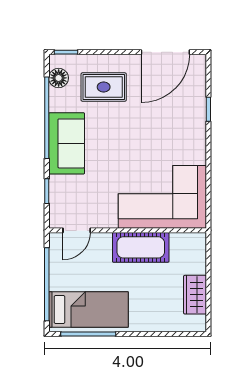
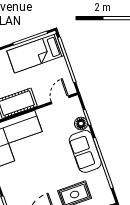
floor lamp: (59, 78) -> (81, 124), moved

